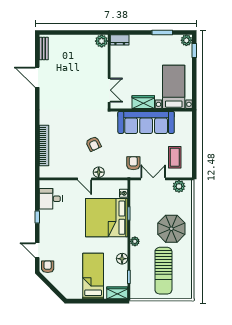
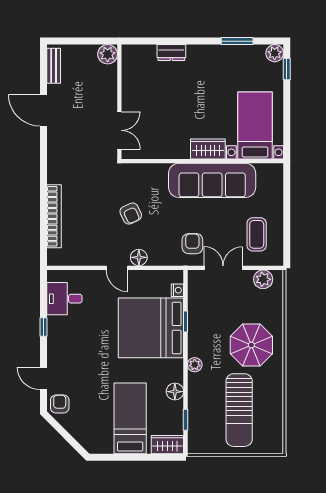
plant: (102, 41) -> (108, 54), moved
wall: (109, 72) -> (119, 102), moved
double door: (109, 90) -> (119, 130), moved

